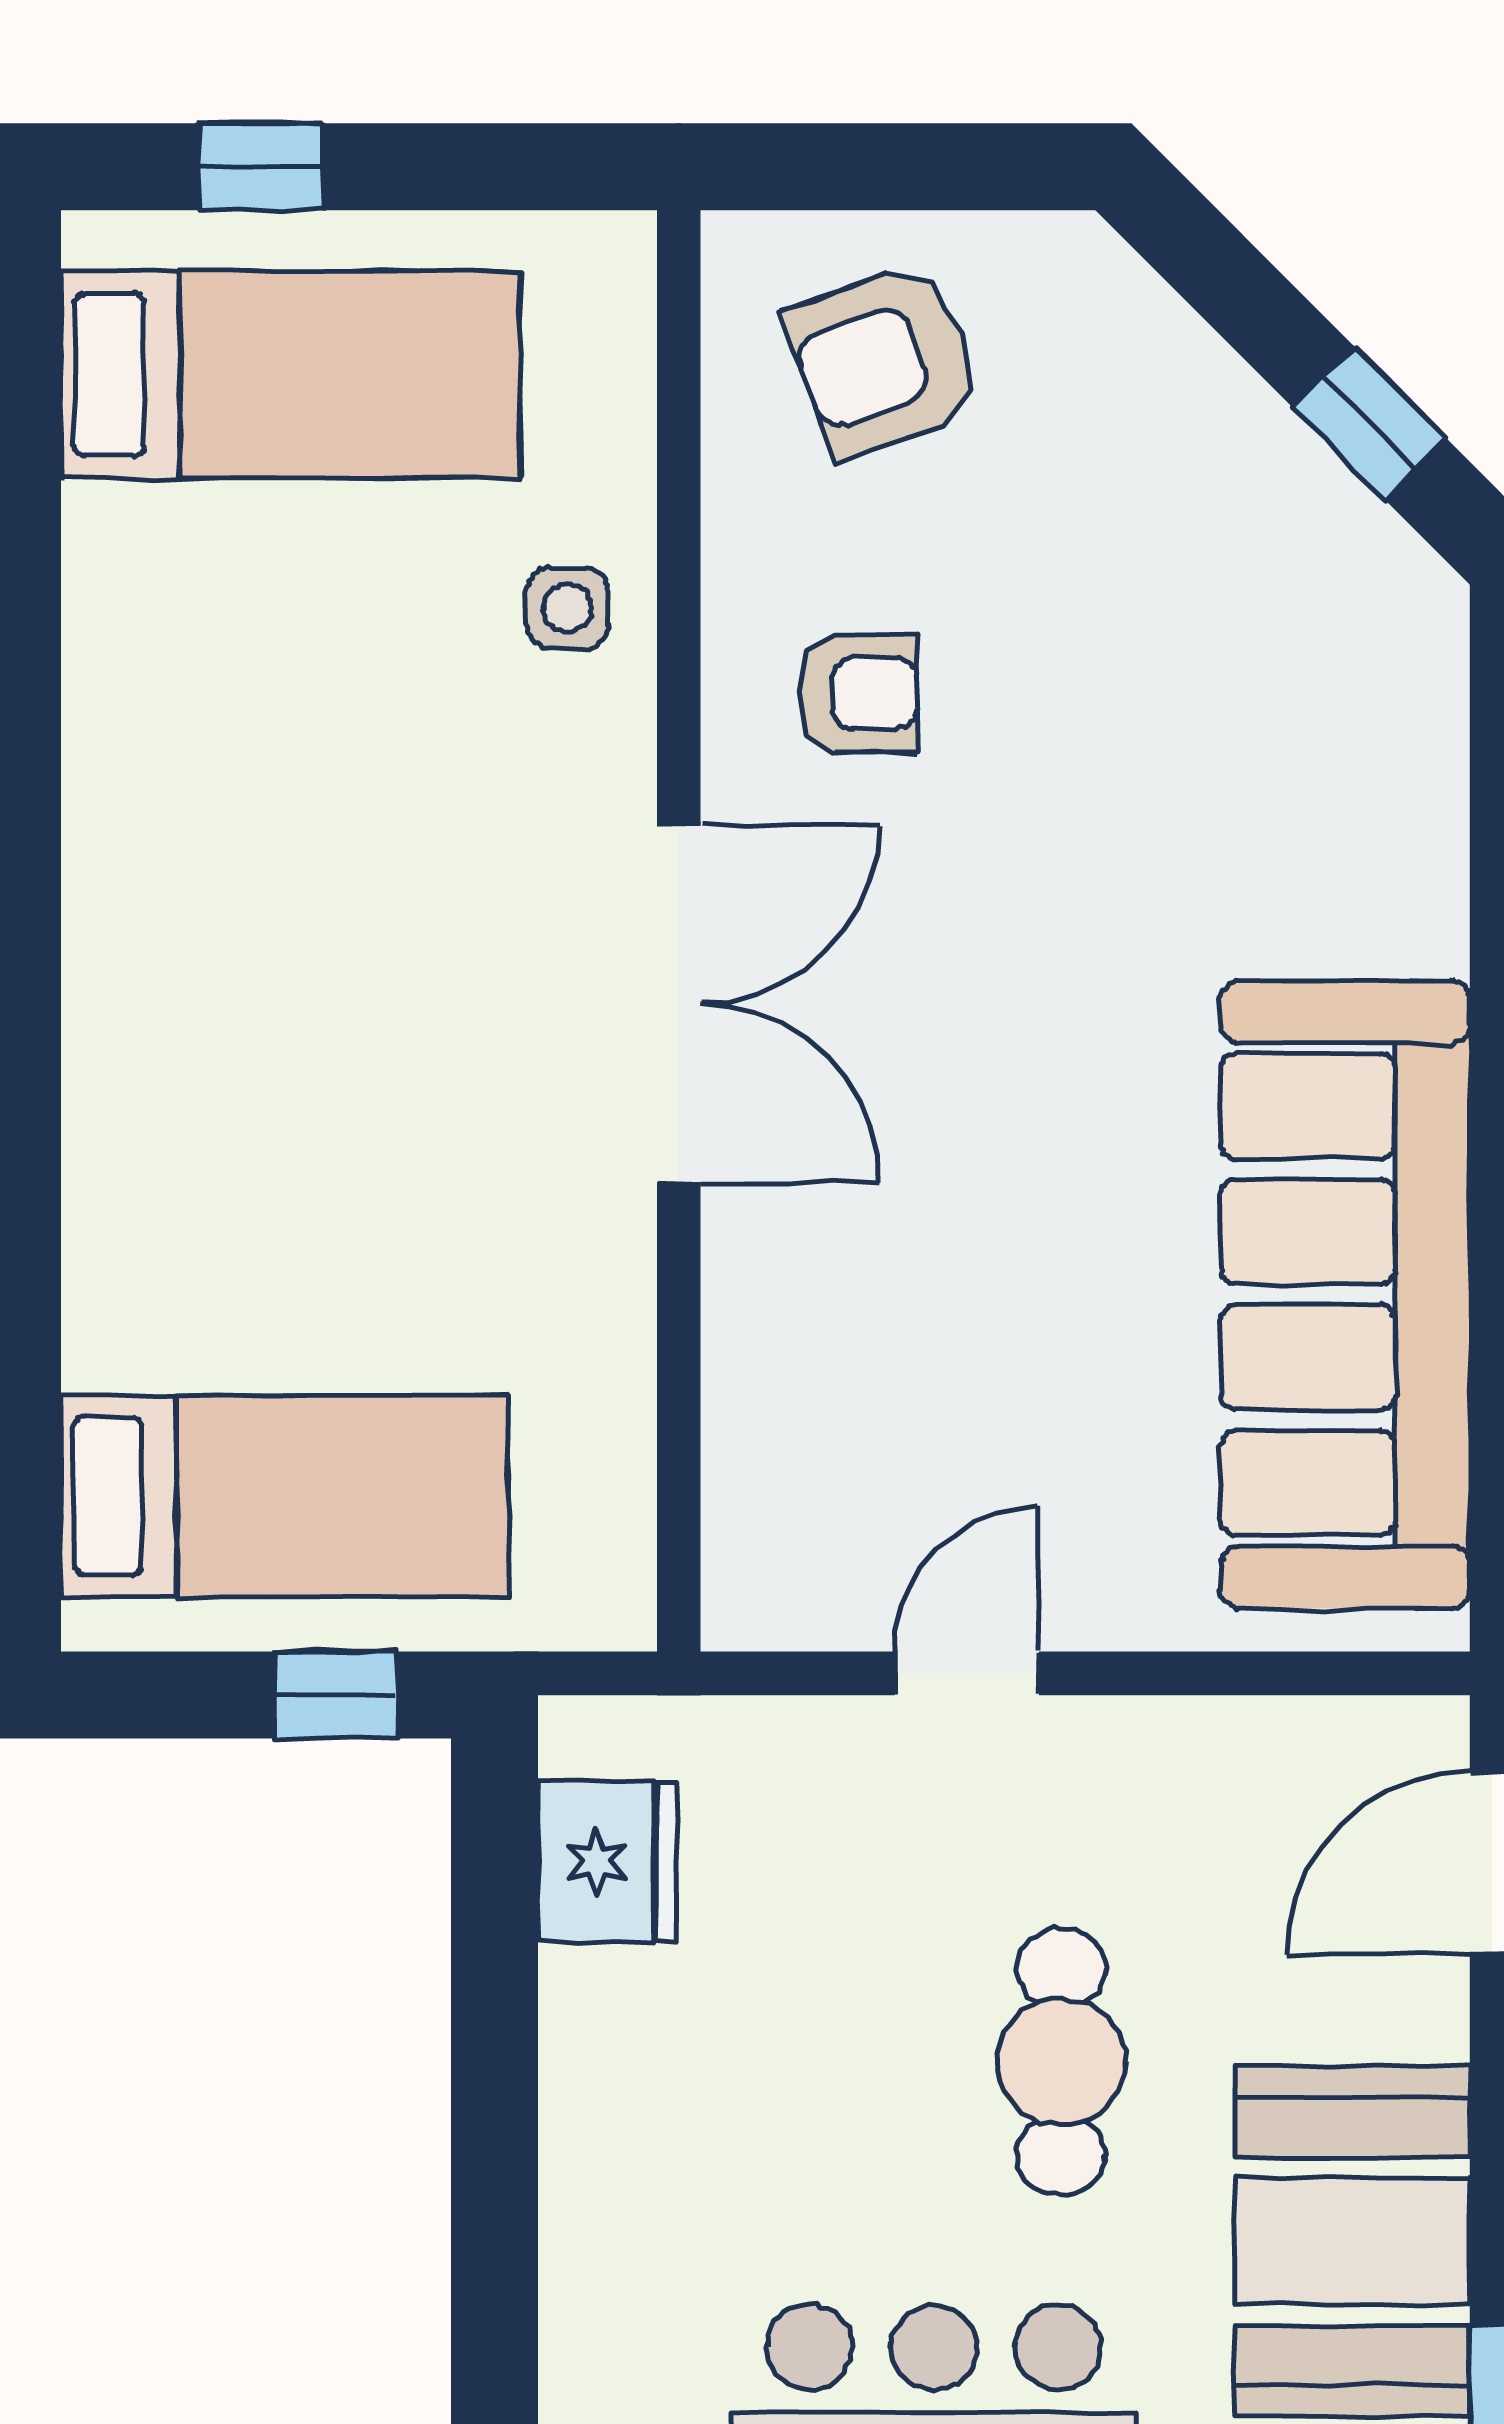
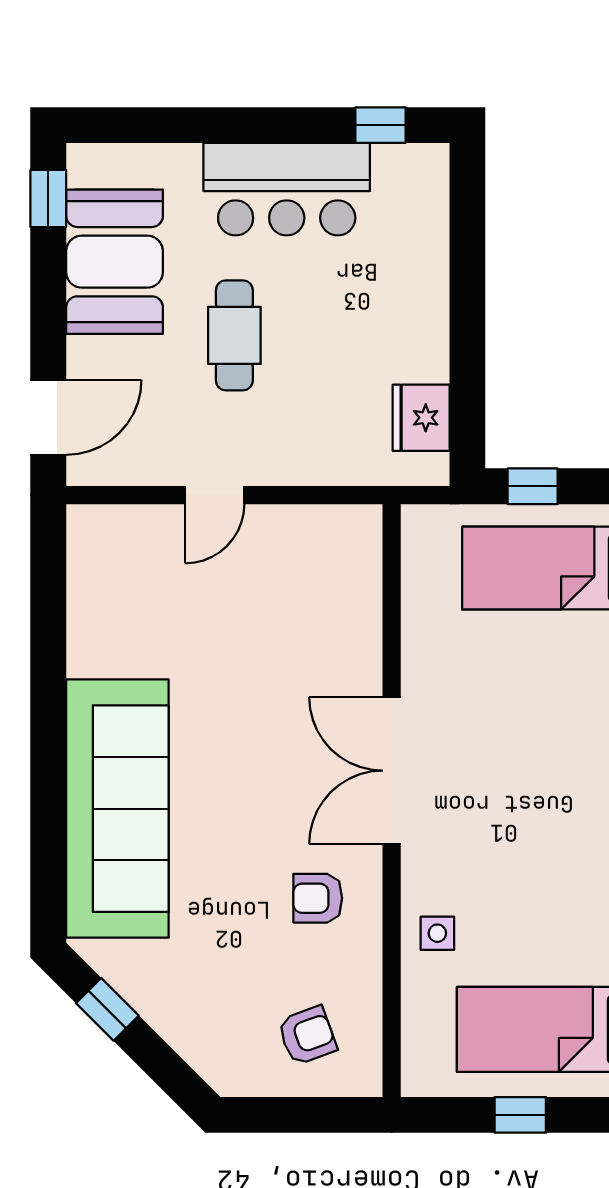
window: (261, 167) -> (520, 1115), moved
armchair: (884, 360) -> (307, 1035), width x0.72, depth x0.72
sofa: (1345, 1295) -> (117, 809), moved
door: (967, 1673) -> (215, 495), moved

